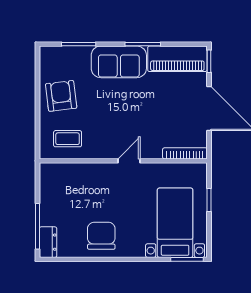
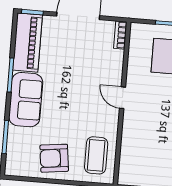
coffee table: (68, 139) -> (96, 155), width x1.36, depth x1.30
bookcase: (185, 153) -> (120, 35), width x0.64

